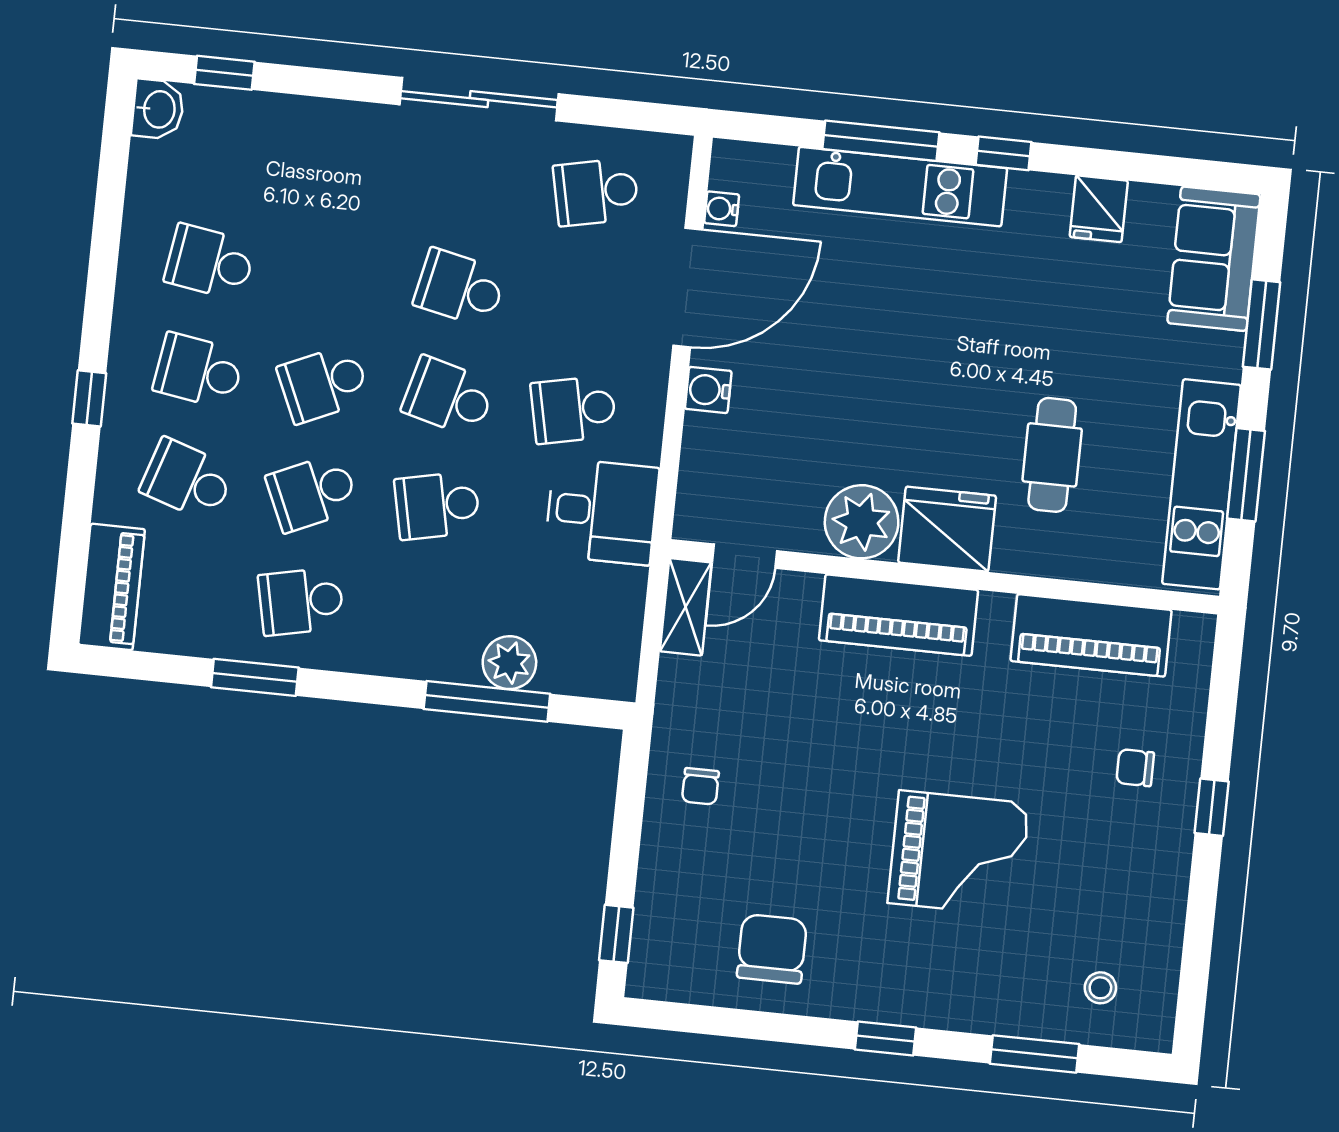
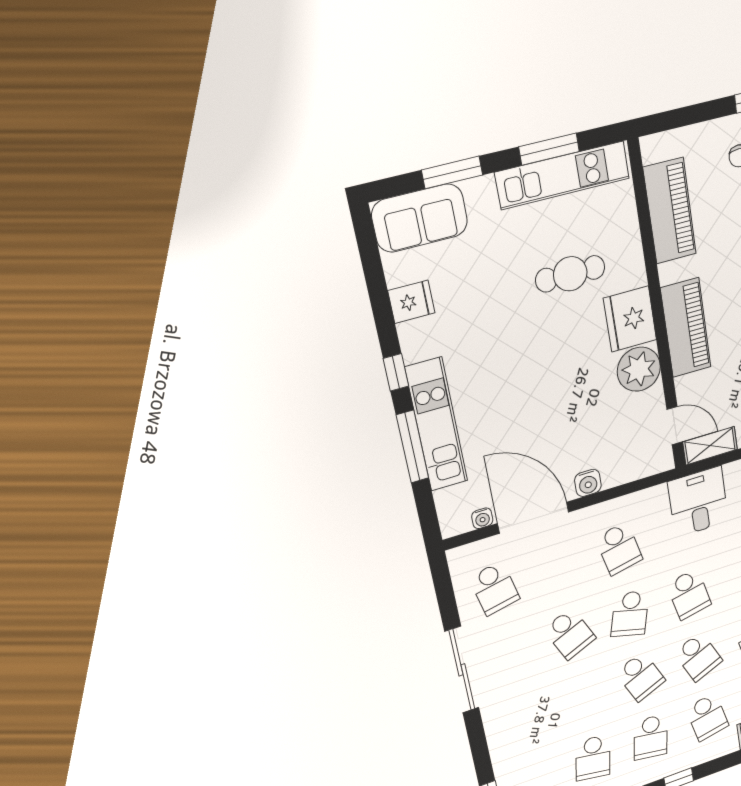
school desk: (460, 288) -> (570, 634), turned -36
school desk: (187, 480) -> (707, 717), turned -30
desk: (602, 511) -> (698, 502), moved

